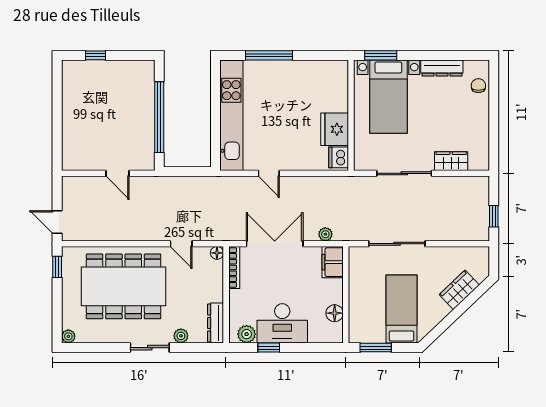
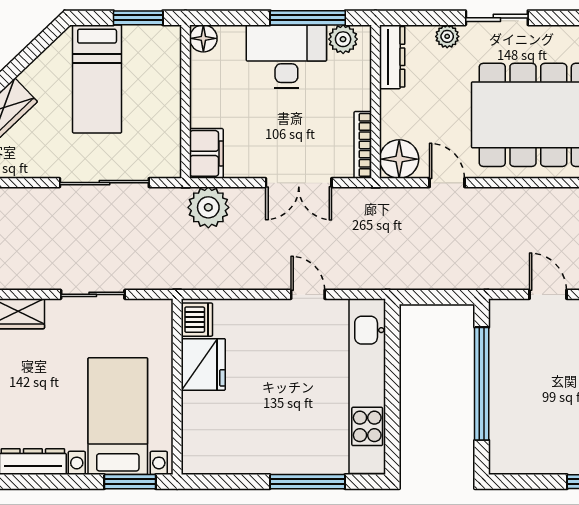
sliding door: (404, 173) -> (93, 294), width x0.73
plant: (325, 234) -> (208, 207), width x1.87, depth x1.87
double door: (275, 244) -> (299, 183), width x0.73
floor lamp: (217, 253) -> (399, 159), width x1.89, depth x1.89
floor lamp: (335, 313) -> (203, 38), moved
window: (269, 348) -> (308, 18), width x2.17

